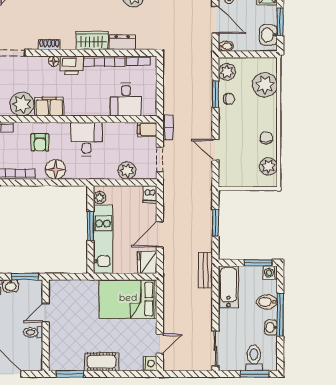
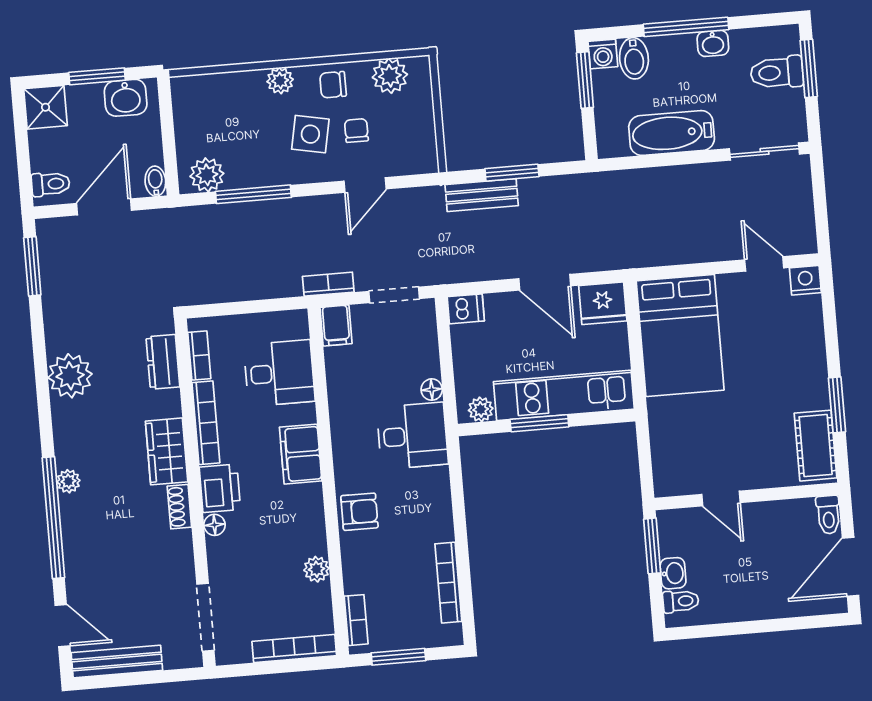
dresser: (122, 42) -> (163, 362), moved
shoe rack: (49, 45) -> (179, 507), moved
plant: (265, 85) -> (280, 81), moved, width x0.53, depth x0.53
window: (215, 94) -> (253, 194), width x1.44
chair: (229, 99) -> (356, 131), moved
plant: (22, 104) -> (316, 569), width x0.53, depth x0.53
filing cabinet: (49, 107) -> (301, 454), moved
side table: (243, 125) -> (310, 134), added
desk: (86, 139) -> (412, 436), moved, turned 180
armchair: (40, 142) -> (359, 512), moved
floor lamp: (56, 169) -> (432, 390), moved, width x0.53, depth x0.53
plant: (127, 171) -> (422, 359), removed
bench: (206, 270) -> (482, 195), moved
bathtub: (228, 287) -> (672, 133), moved
bidet: (267, 302) -> (634, 58), moved
toilet: (33, 332) -> (828, 515), moved
cot: (102, 362) -> (816, 446), moved
window: (70, 374) -> (837, 405), moved

